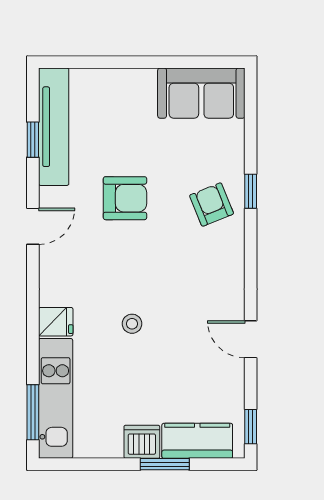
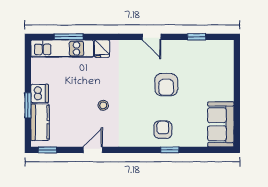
tv unit: (54, 127) -> (203, 48), removed
armchair: (212, 205) -> (163, 130), turned -68
stool: (132, 324) -> (103, 105), moved
window: (33, 412) -> (69, 37), moved

